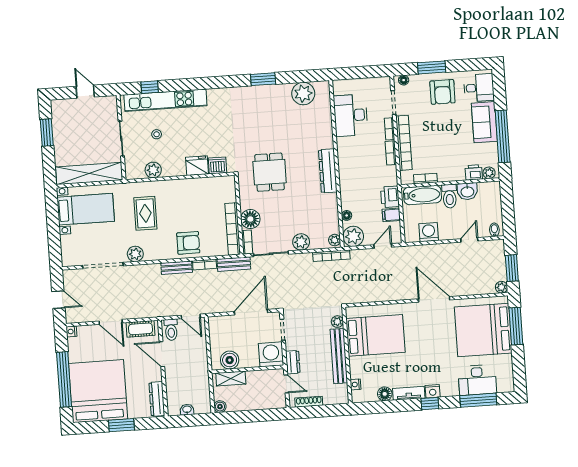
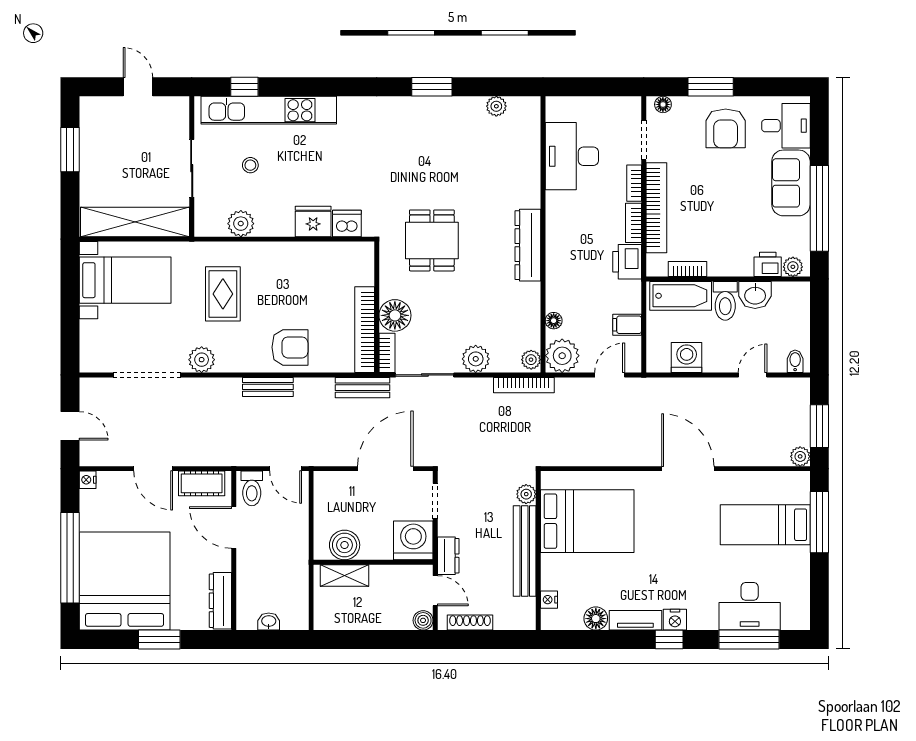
plant: (303, 94) -> (496, 106), width x0.53, depth x0.53
printer: (390, 197) -> (627, 262), moved
bookcase: (205, 265) -> (314, 385), removed
bed: (483, 330) -> (765, 525), width x0.49
boiler: (220, 407) -> (423, 620), moved

